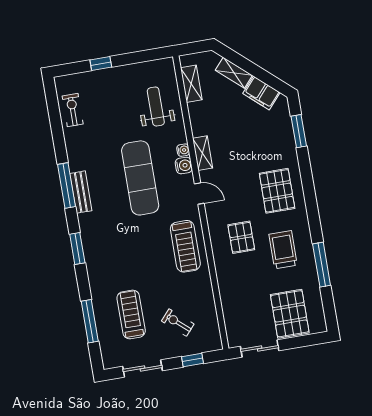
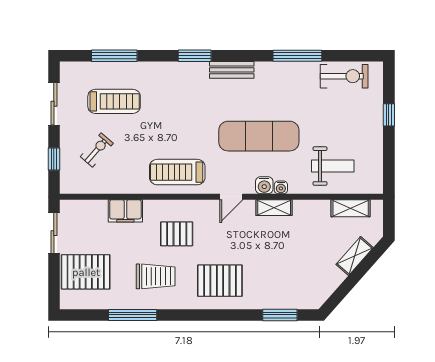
filing cabinet: (261, 93) -> (125, 211), moved, turned -132
exercise bike: (73, 110) -> (344, 76), width x1.38, depth x1.39
window: (67, 186) -> (297, 56), moved
bench: (81, 192) -> (232, 70), moved

